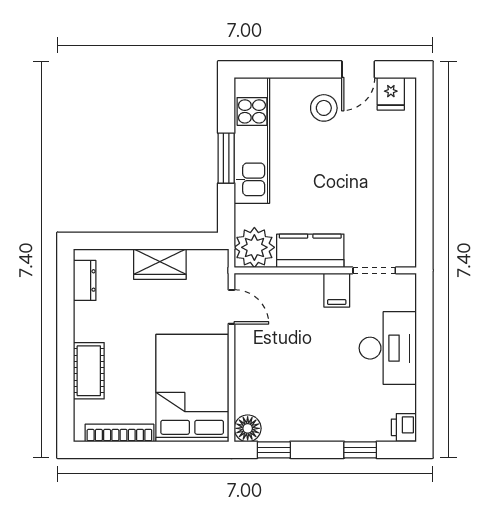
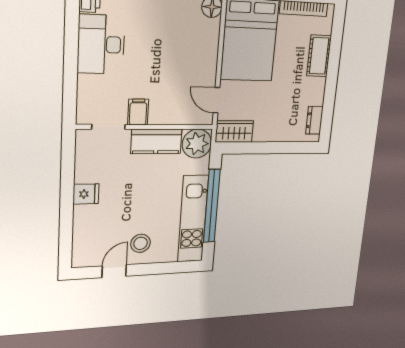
fridge: (391, 94) -> (86, 194), moved, turned 90
window: (226, 158) -> (212, 206), width x2.11
wardrobe: (160, 264) -> (234, 132), moved
desk: (388, 348) -> (101, 44), moved

